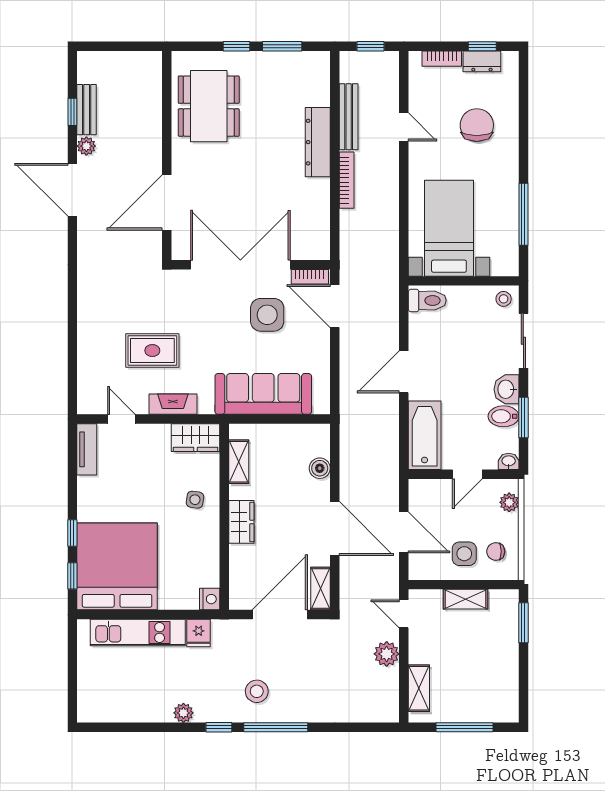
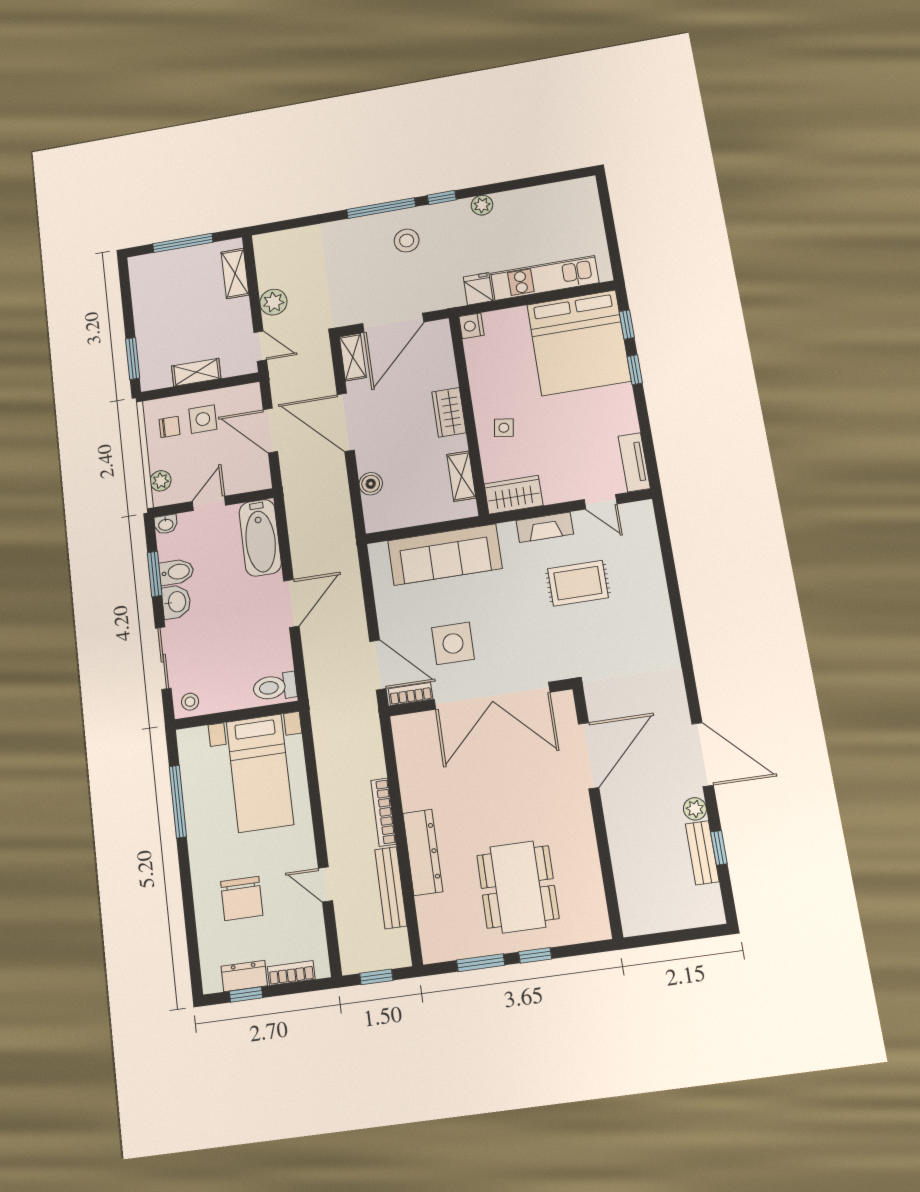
dining table: (209, 106) -> (518, 887), moved

